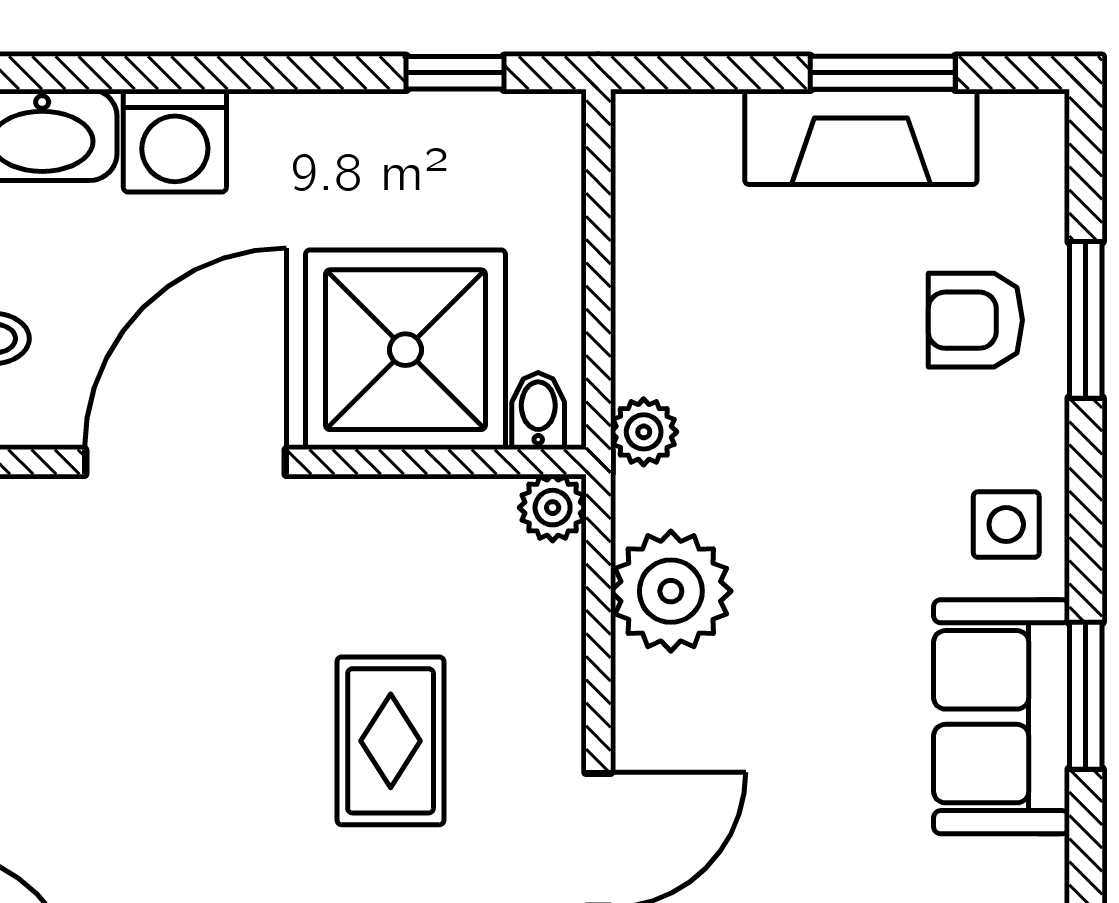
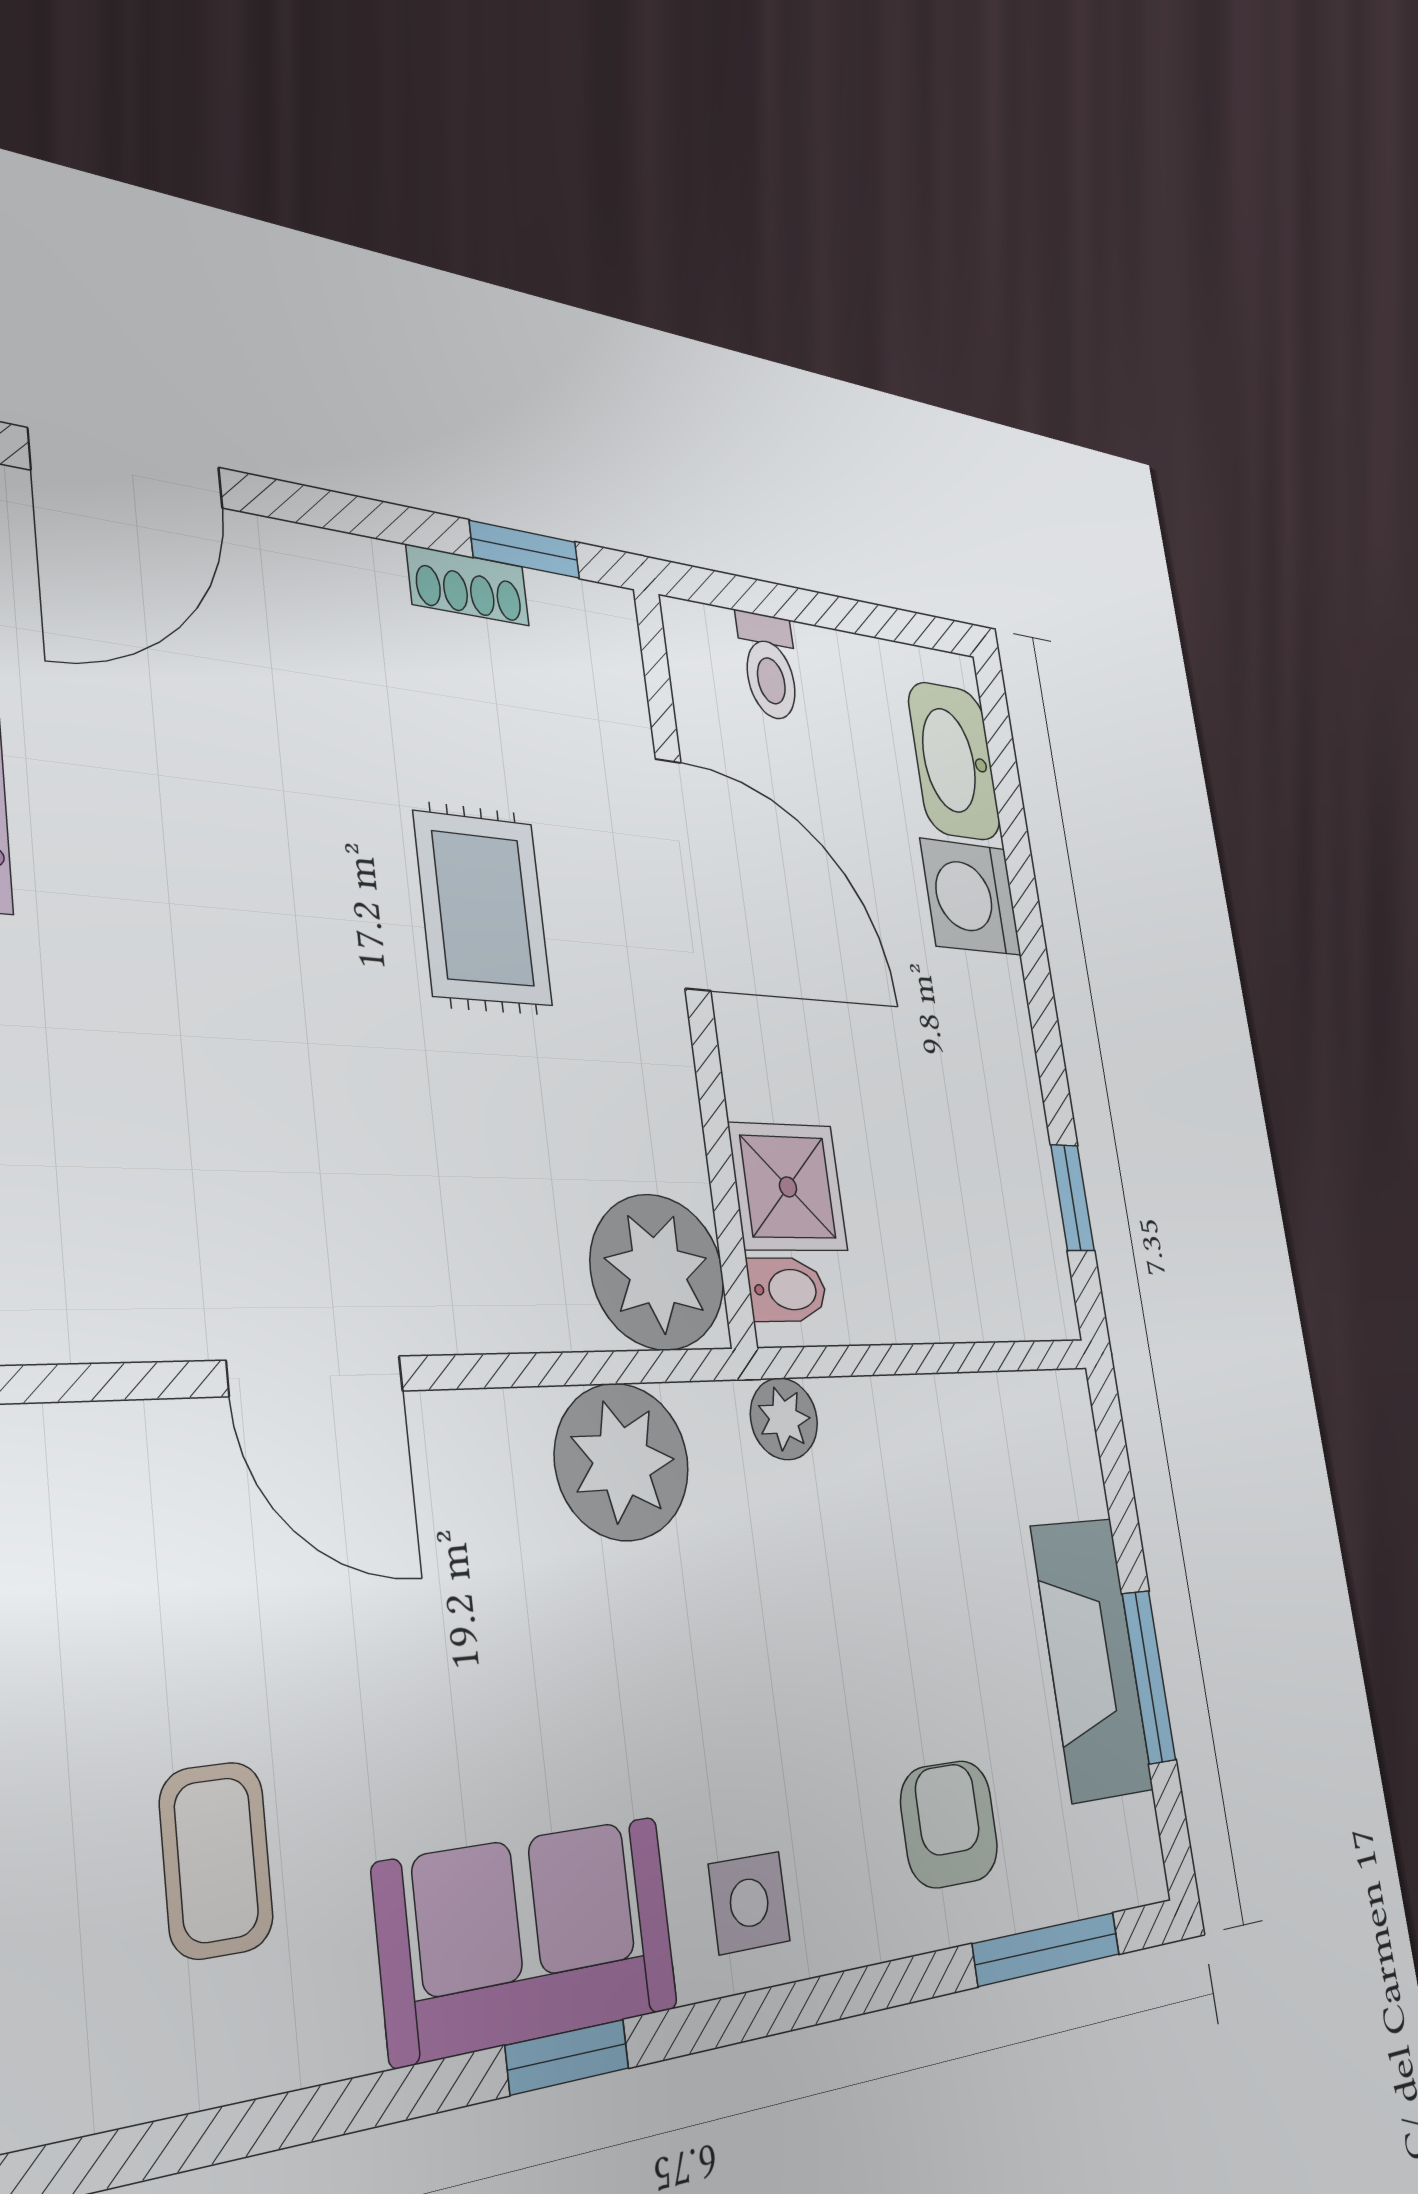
window: (1086, 320) -> (1047, 1949), moved
shower: (405, 350) -> (788, 1187), width x0.54, depth x0.54
plant: (553, 508) -> (658, 1272), width x1.88, depth x1.88
window: (1086, 696) -> (567, 2057), width x0.67
rug: (391, 741) -> (483, 909), moved, turned 90

